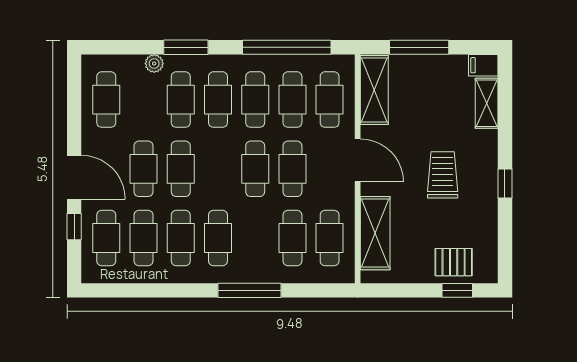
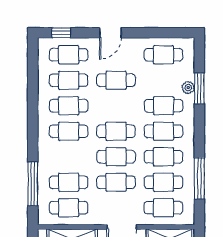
window: (186, 47) -> (199, 88), moved
window: (287, 47) -> (199, 178), width x0.68
cafe table: (181, 169) -> (116, 131), moved
door: (74, 177) -> (110, 33), width x0.73
window: (74, 227) -> (61, 33), moved
window: (250, 290) -> (33, 184), moved

